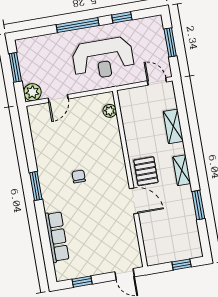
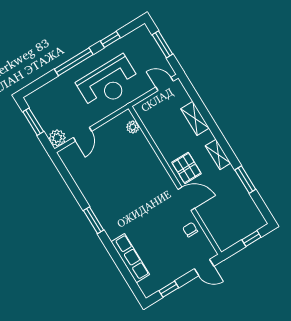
chair: (79, 176) -> (190, 230), moved

